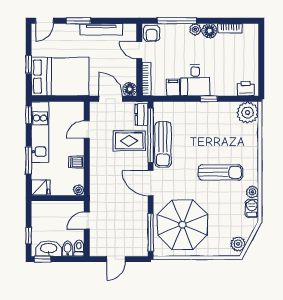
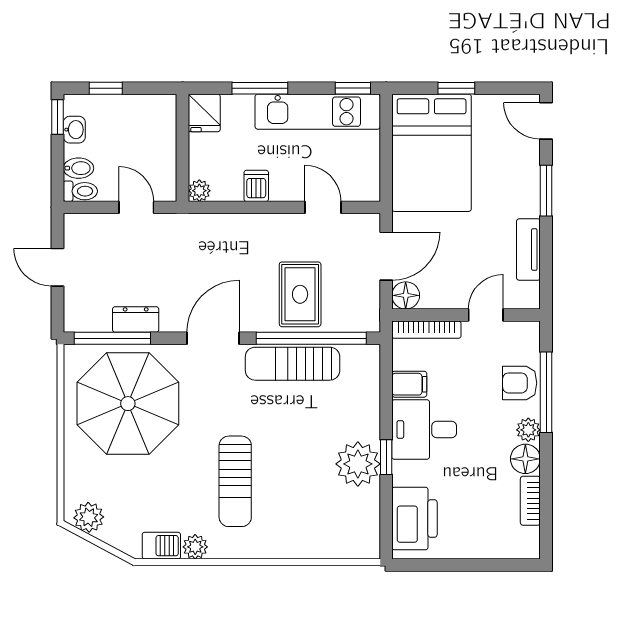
tv unit: (101, 29) -> (528, 249), width x0.71
armchair: (152, 33) -> (520, 383), moved
printer: (246, 89) -> (414, 518), width x1.87, depth x1.48
plant: (248, 113) -> (358, 464), moved
dresser: (141, 115) -> (136, 320), moved
washbasin: (49, 249) -> (74, 130), width x0.52, depth x0.69

